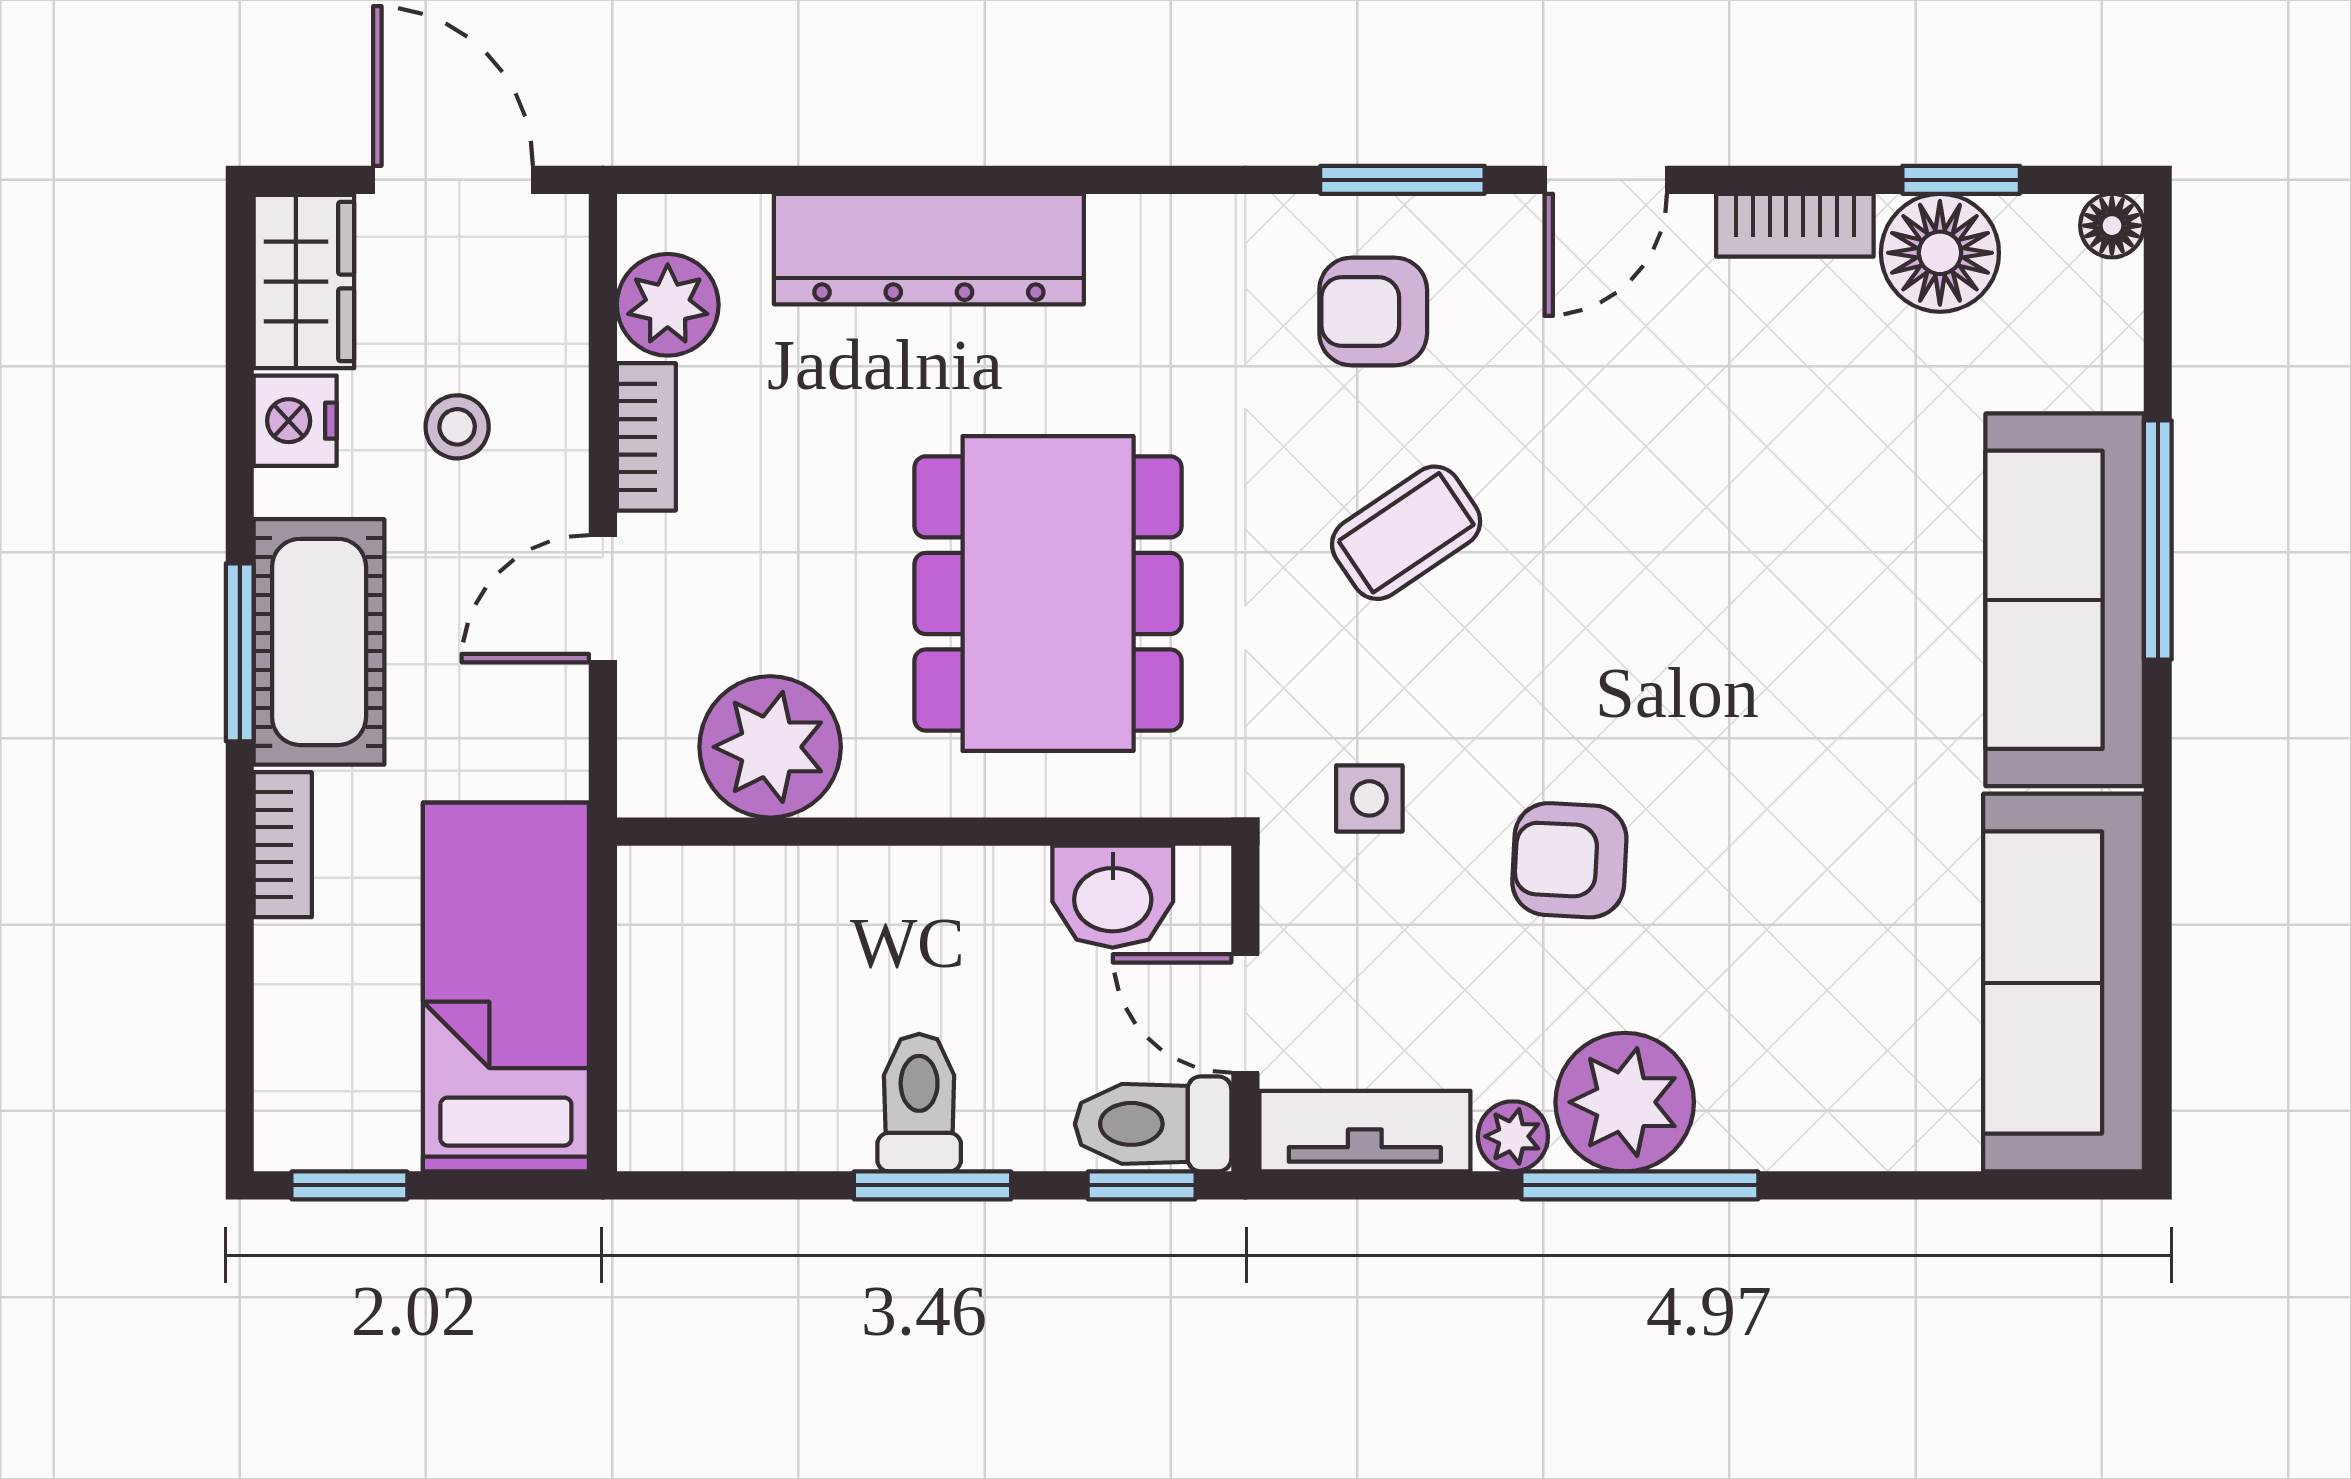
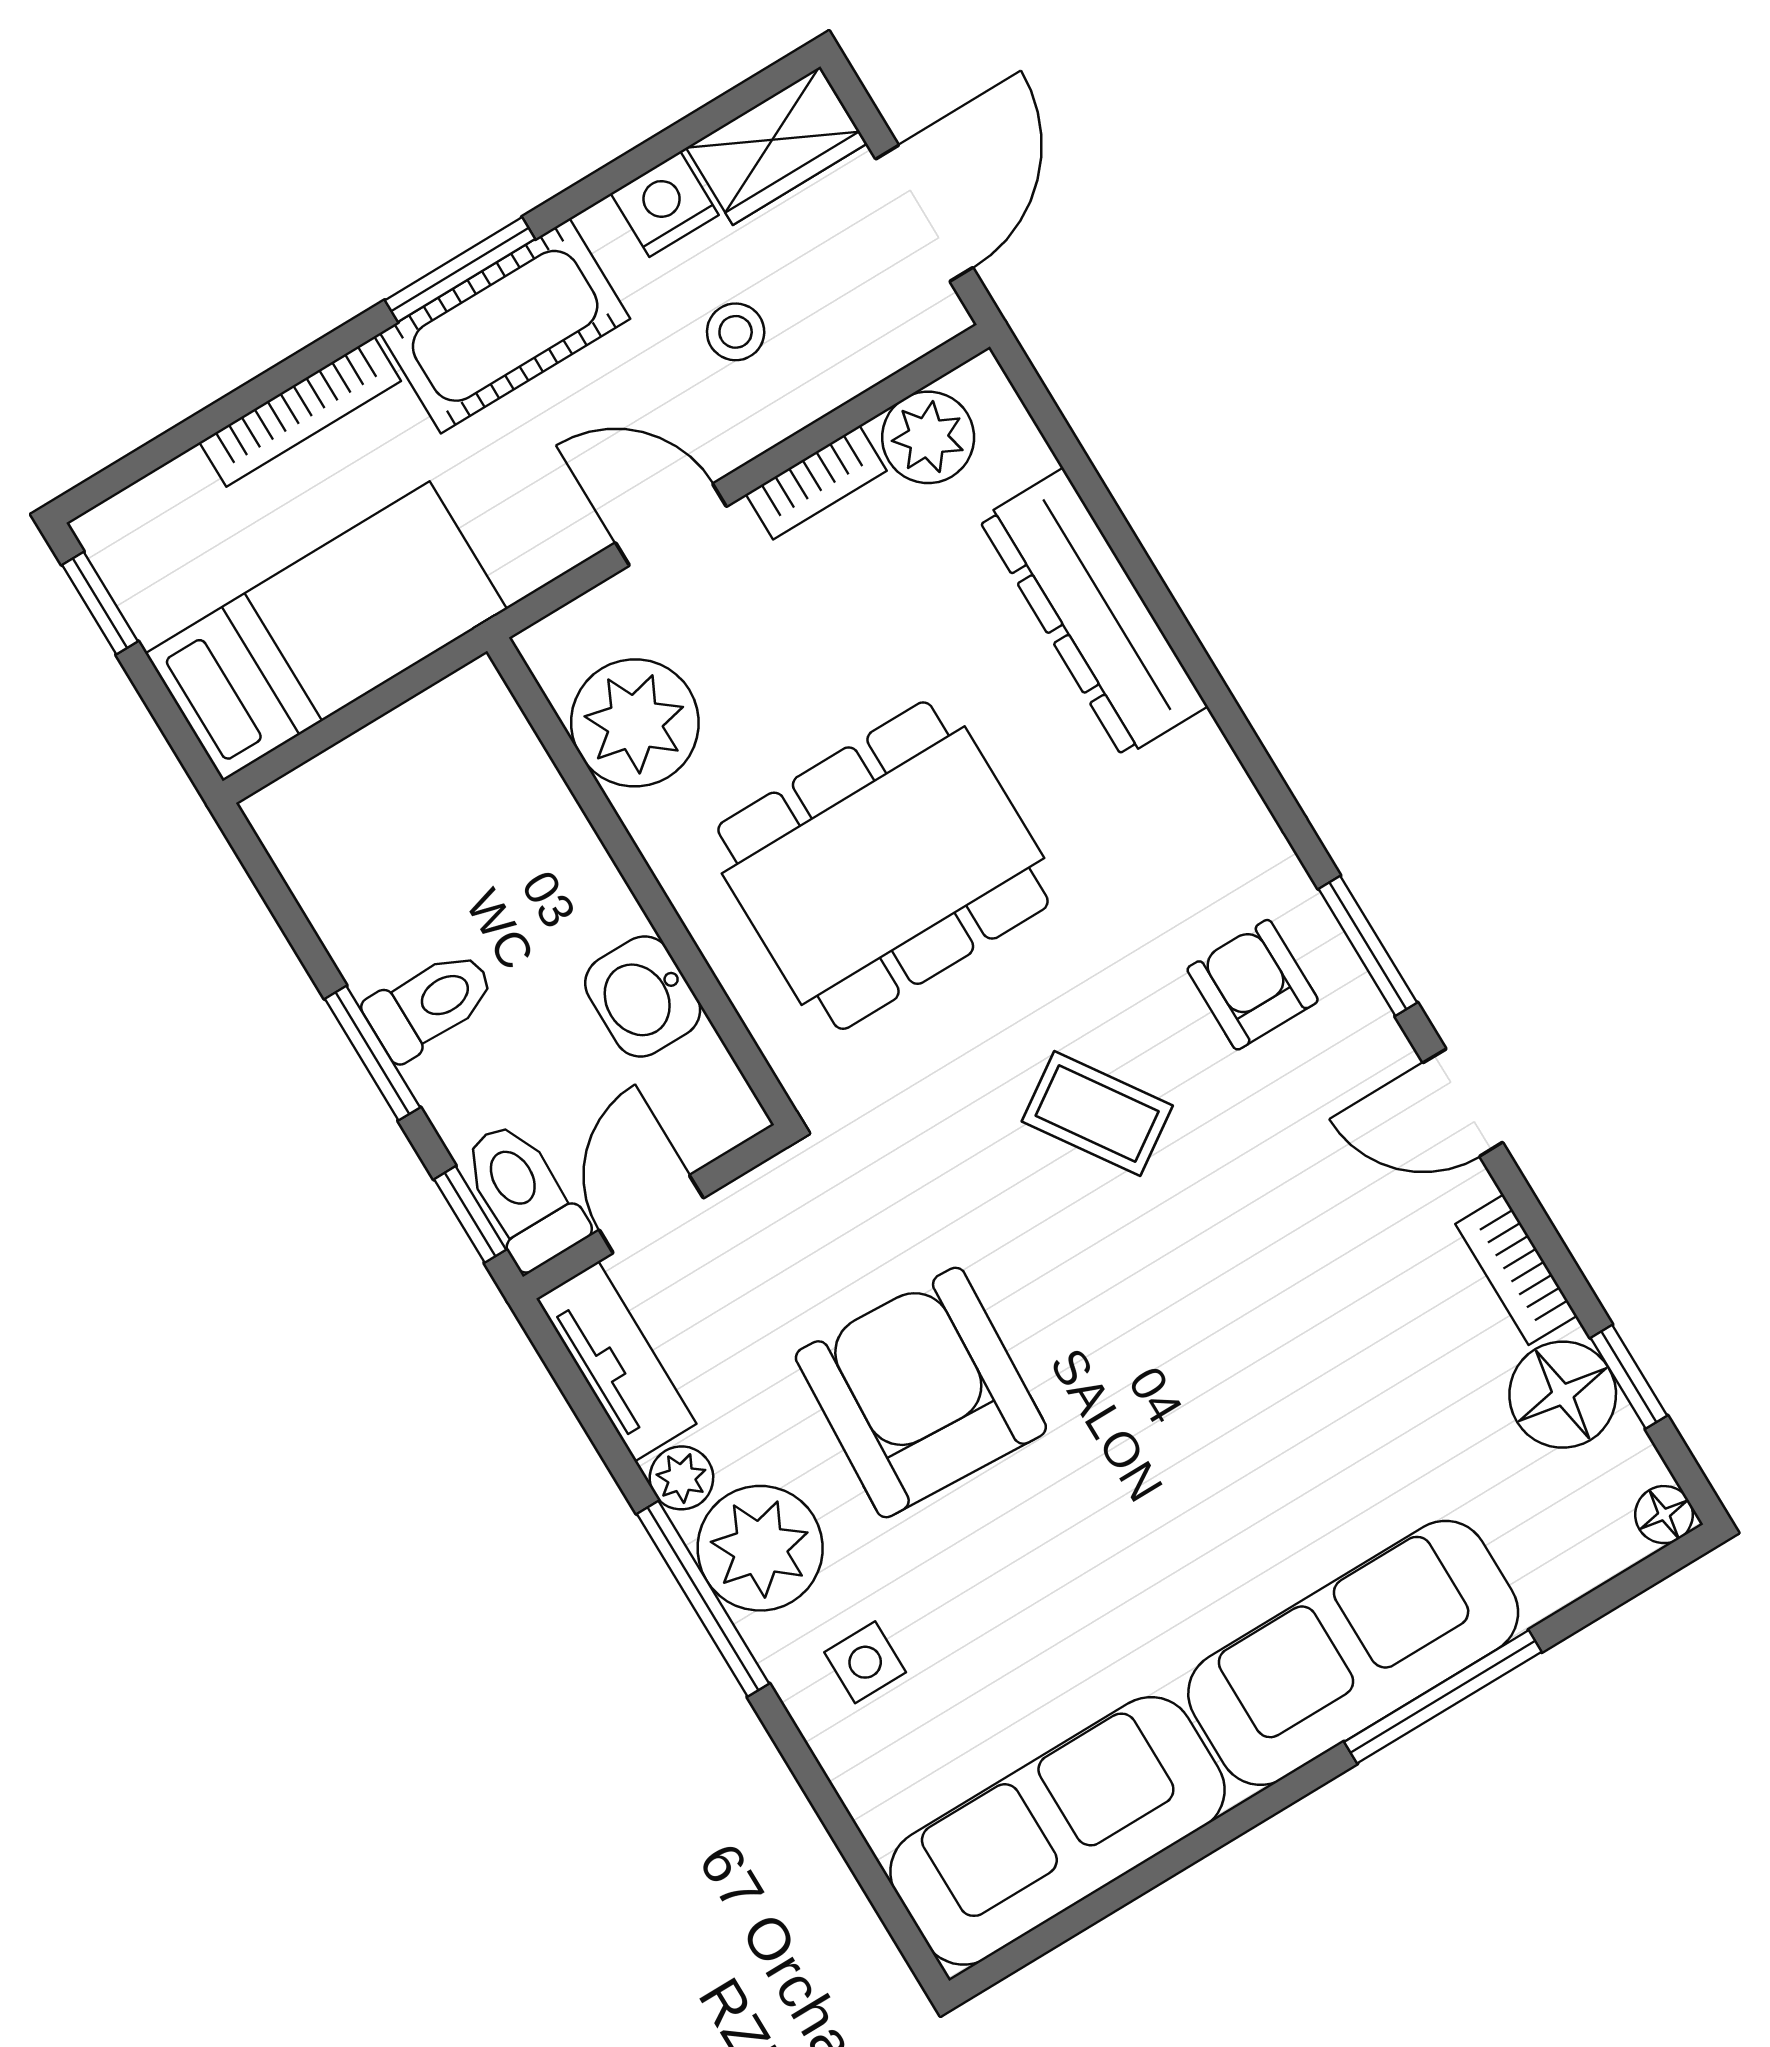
side table: (1369, 798) -> (865, 1662), moved
bookcase: (283, 845) -> (300, 412), width x1.56
armchair: (1569, 860) -> (921, 1392), width x1.88, depth x1.88
washbasin: (1113, 897) -> (643, 997), moved

